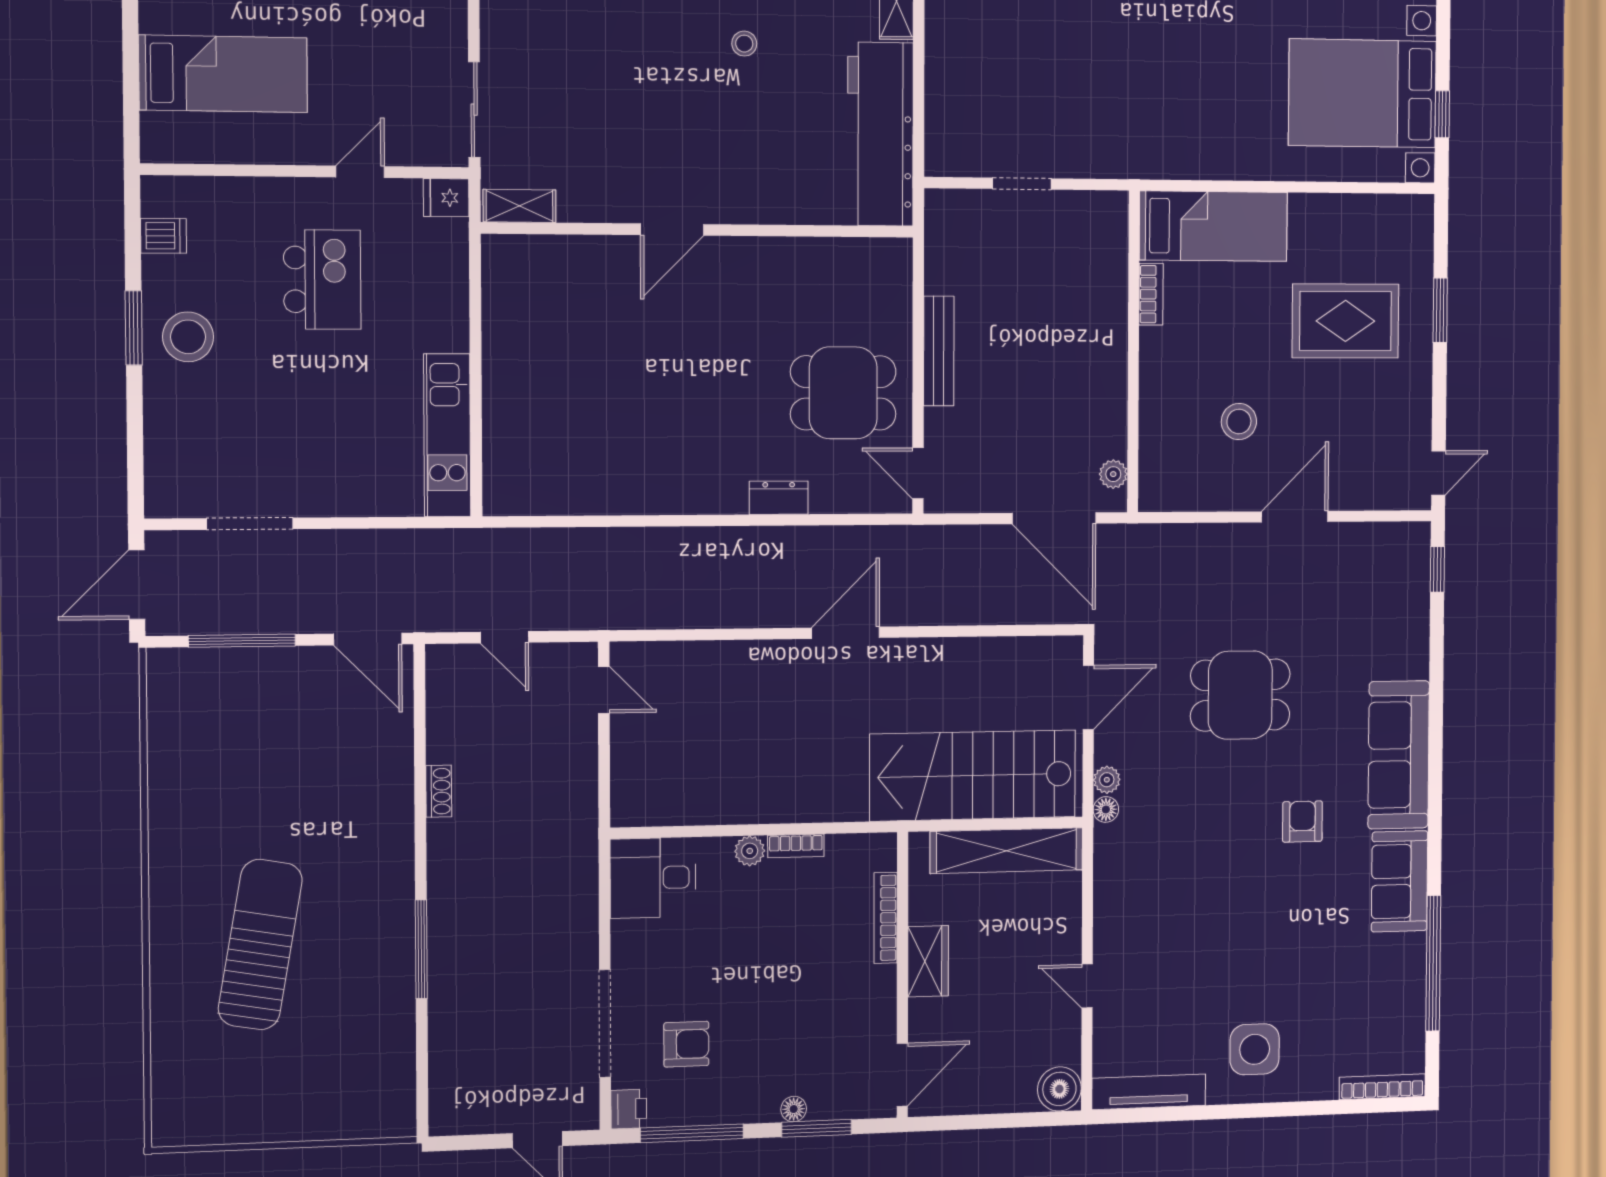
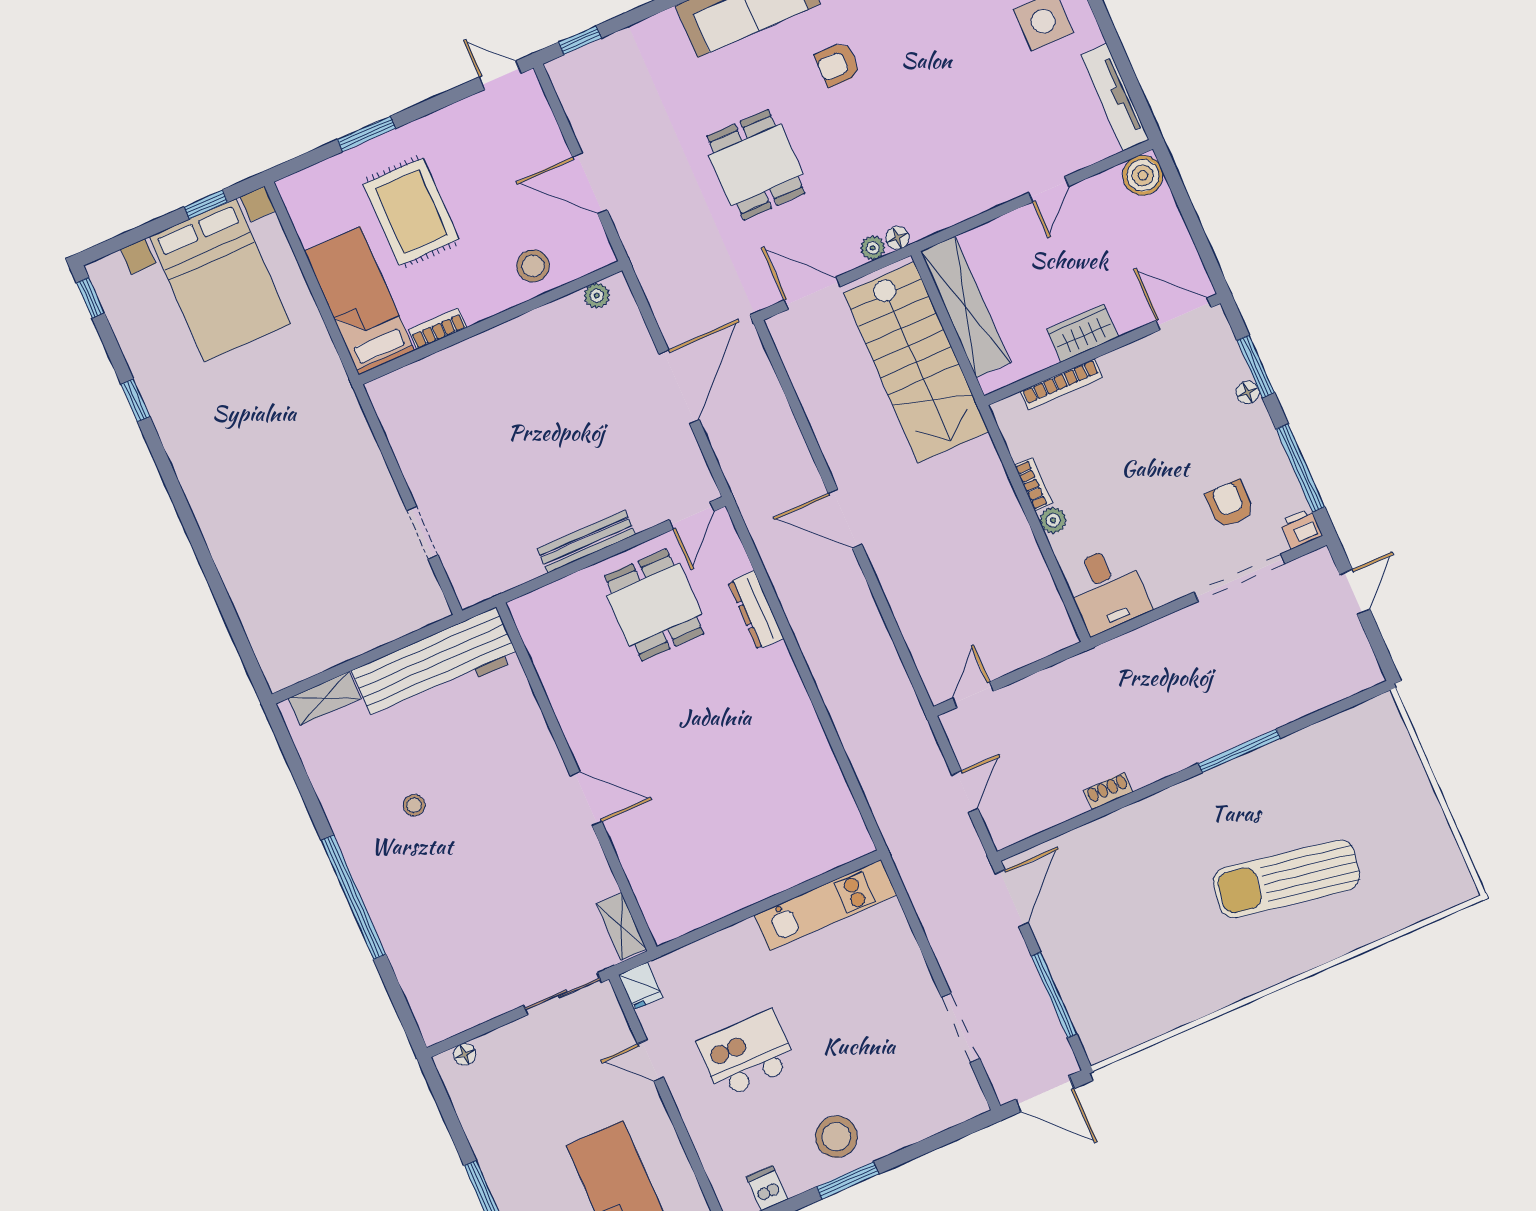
bed: (1213, 226) -> (359, 301), moved
bookcase: (1151, 294) -> (438, 329), moved
wall: (1133, 352) -> (491, 323), moved
plant: (1113, 474) -> (597, 296), moved
dresser: (779, 498) -> (756, 610), width x1.44

